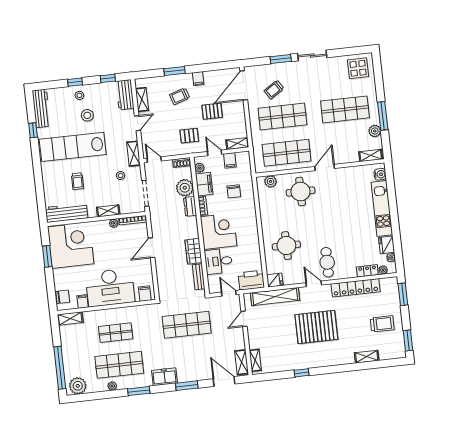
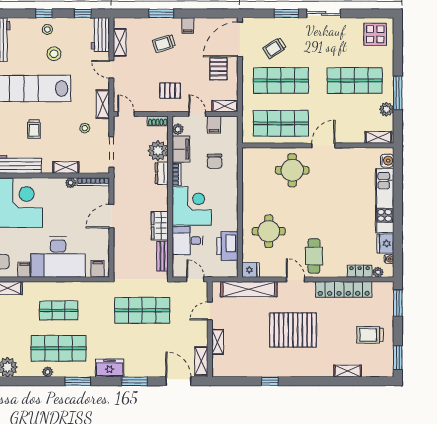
pallet: (212, 111) -> (218, 69), moved, turned 90
door: (137, 123) -> (111, 69), swing flipped
plant: (271, 181) -> (259, 155), removed
printer: (251, 280) -> (227, 246), moved, turned -90
trolley: (382, 324) -> (370, 335), turned 180
shelving: (255, 360) -> (218, 342), moved

